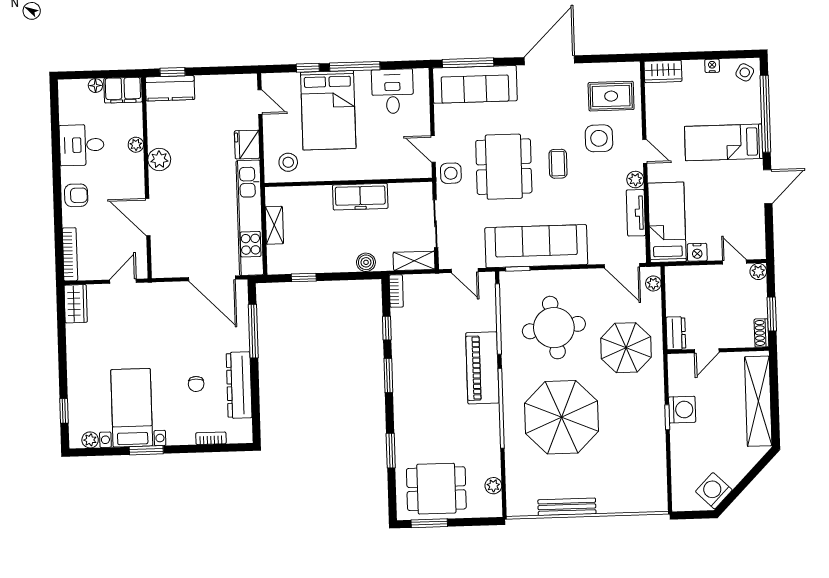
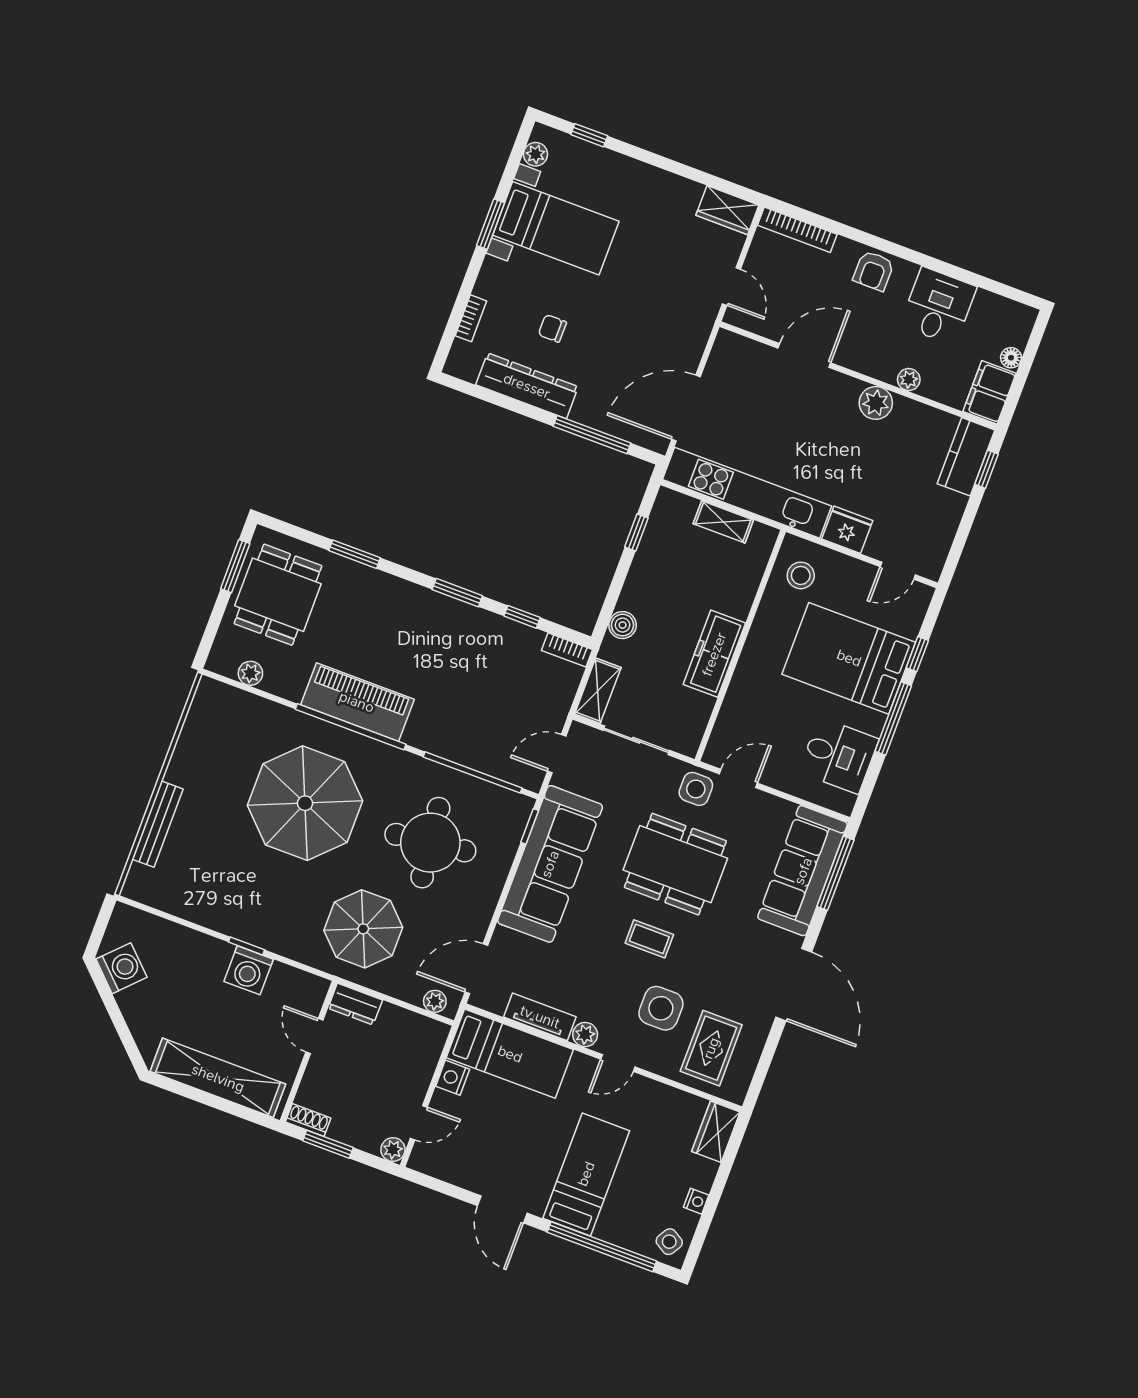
piano: (482, 368) -> (357, 702), moved
bench: (567, 507) -> (157, 824), moved

